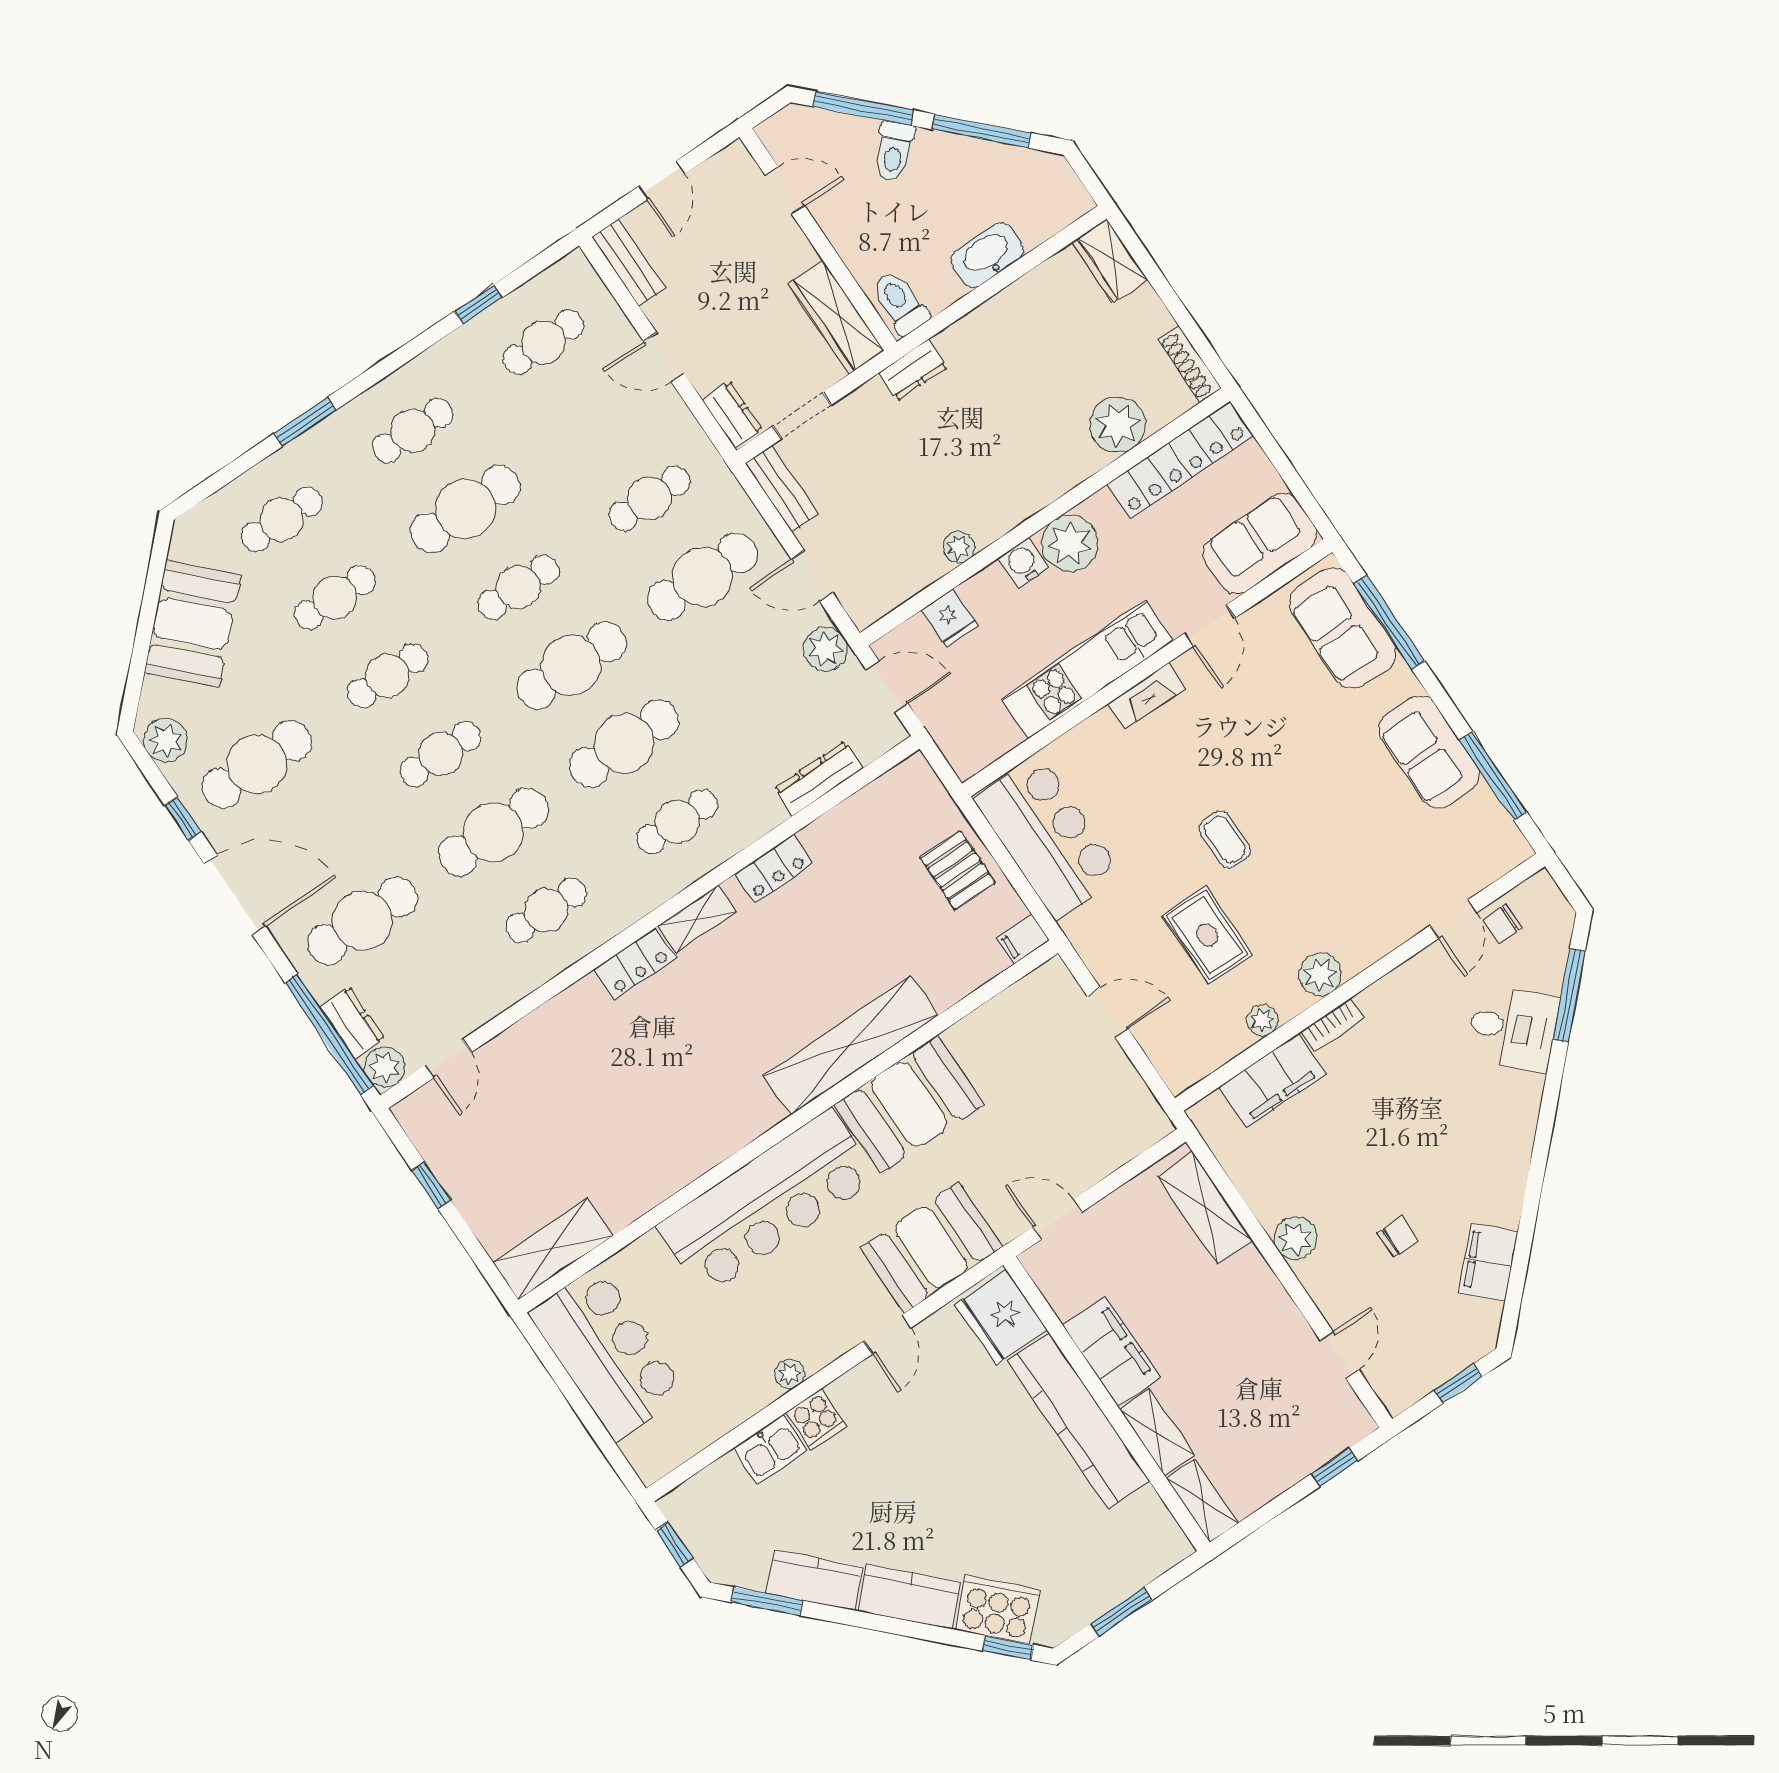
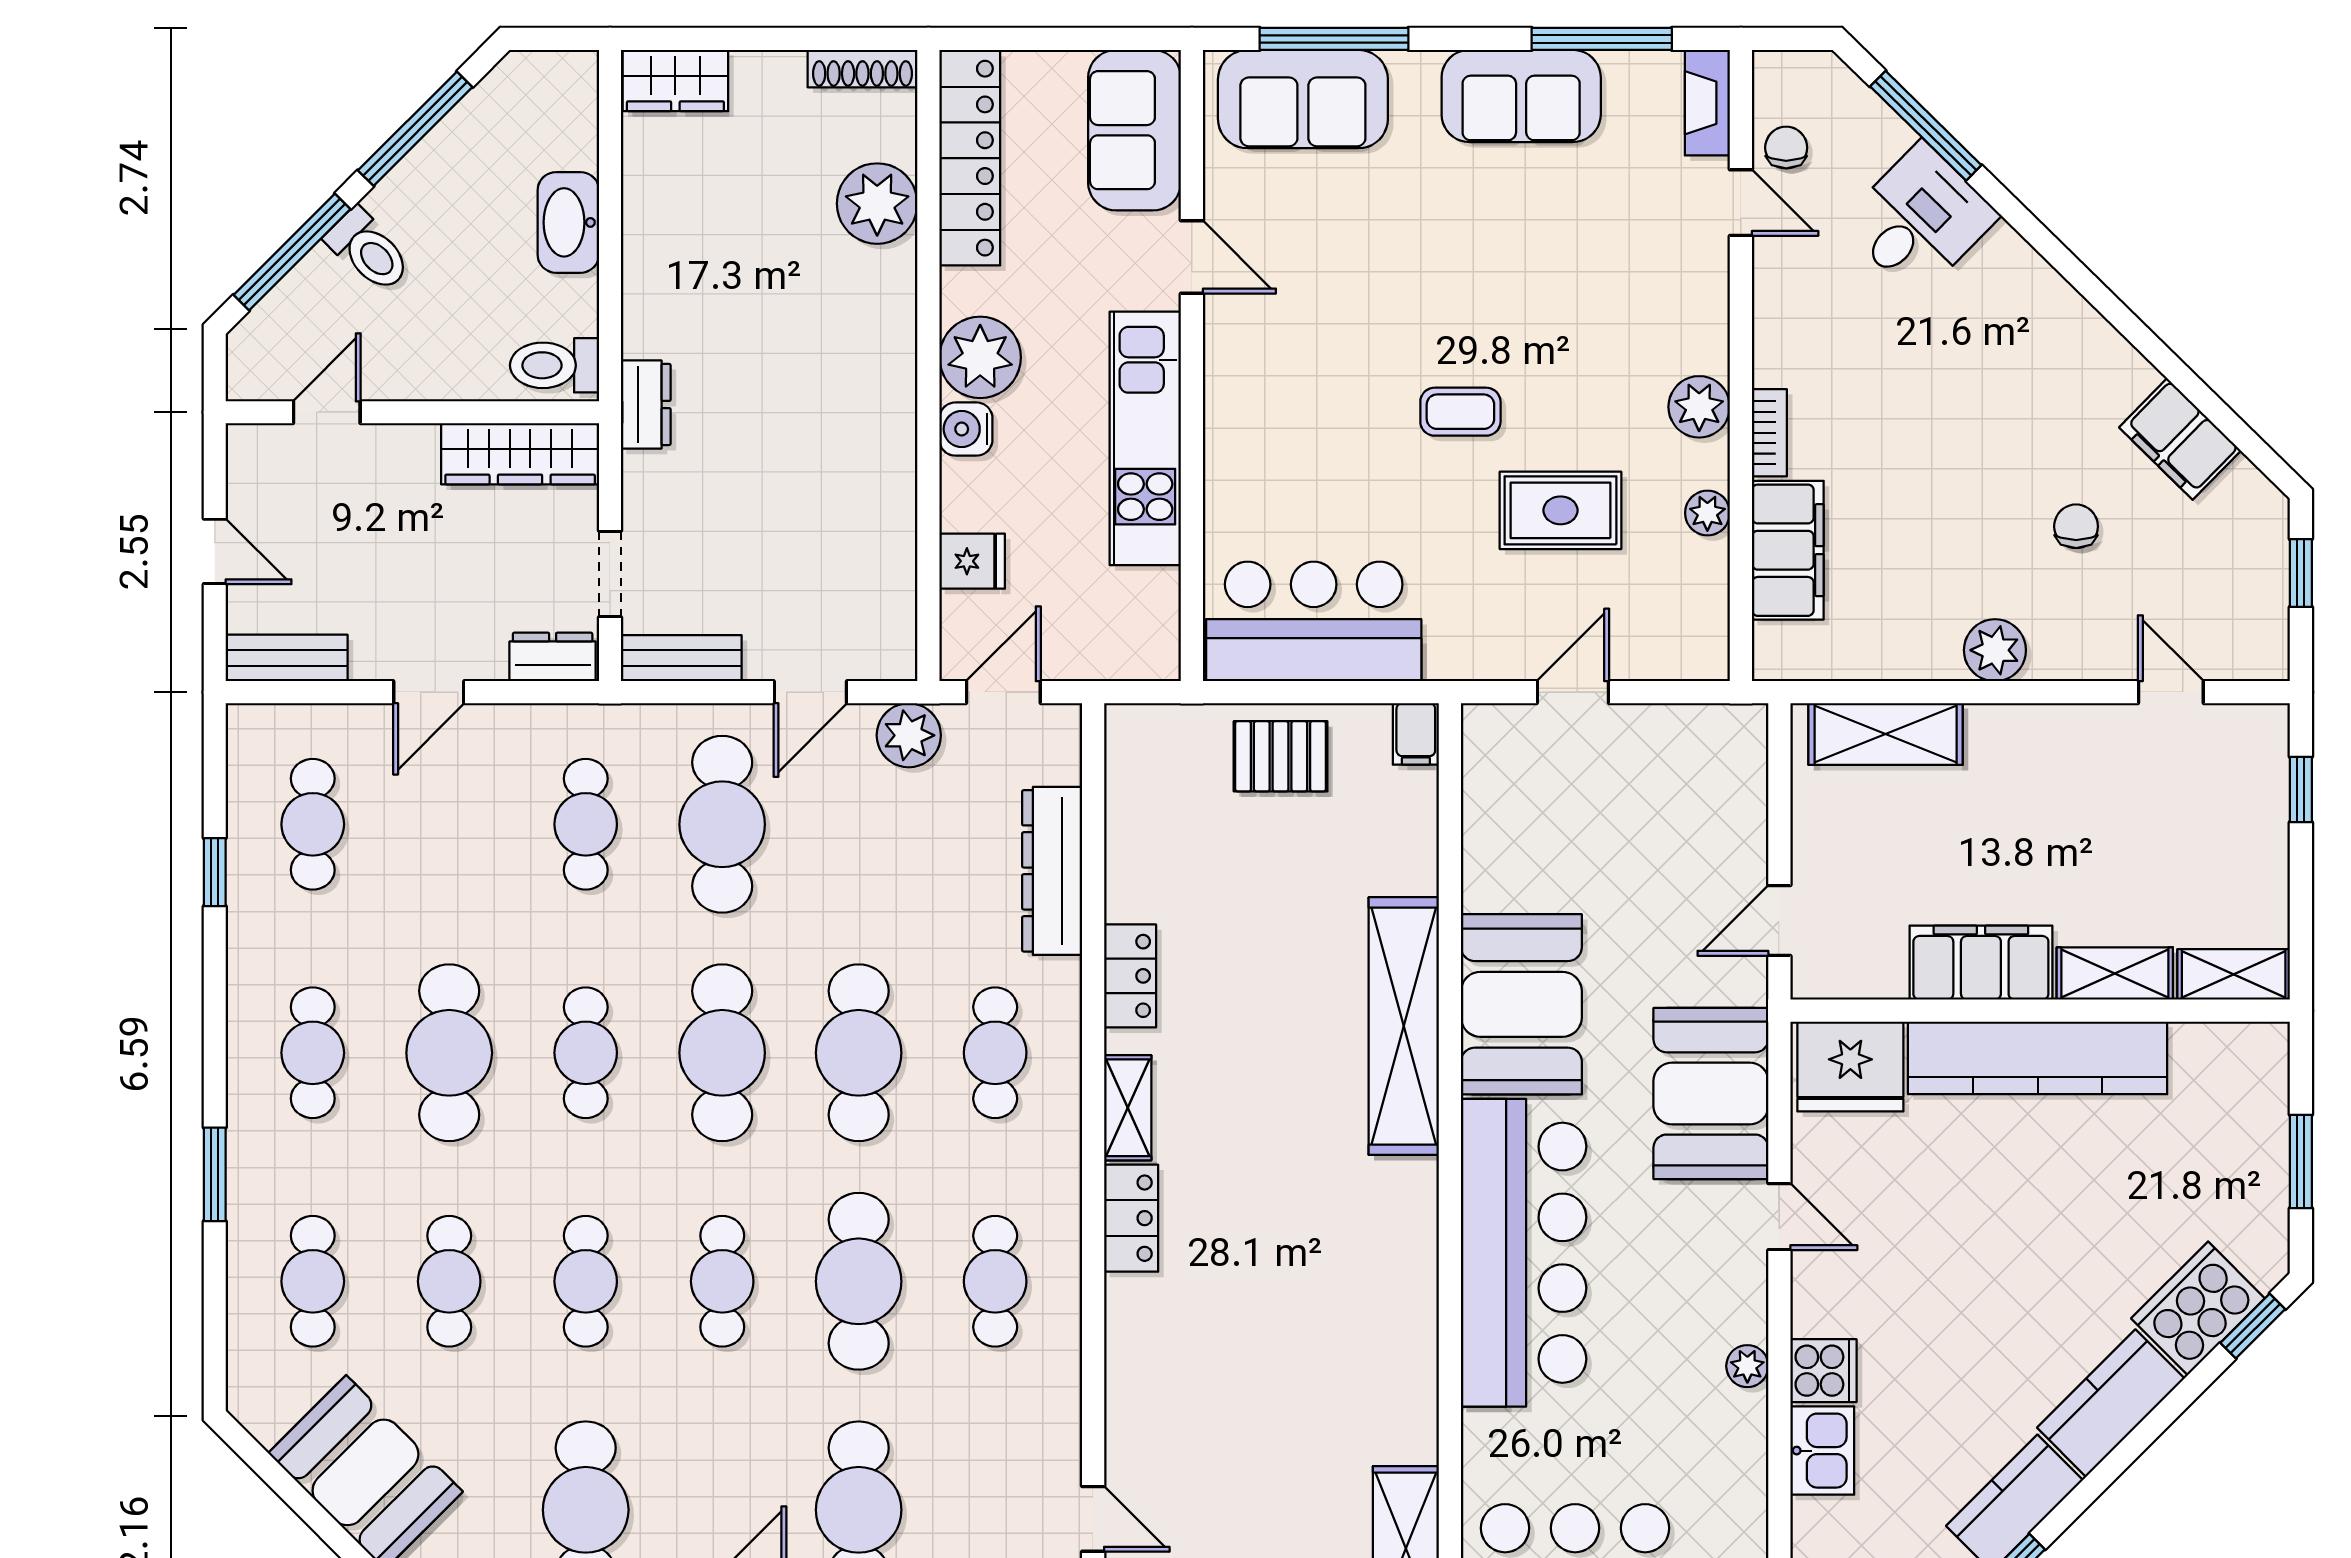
plant: (959, 547) -> (895, 493), removed
fireplace: (1147, 696) -> (1707, 103), moved, turned 180
dresser: (819, 778) -> (1052, 871), width x1.37, depth x1.24
chair: (1502, 924) -> (1786, 148), turned 180

